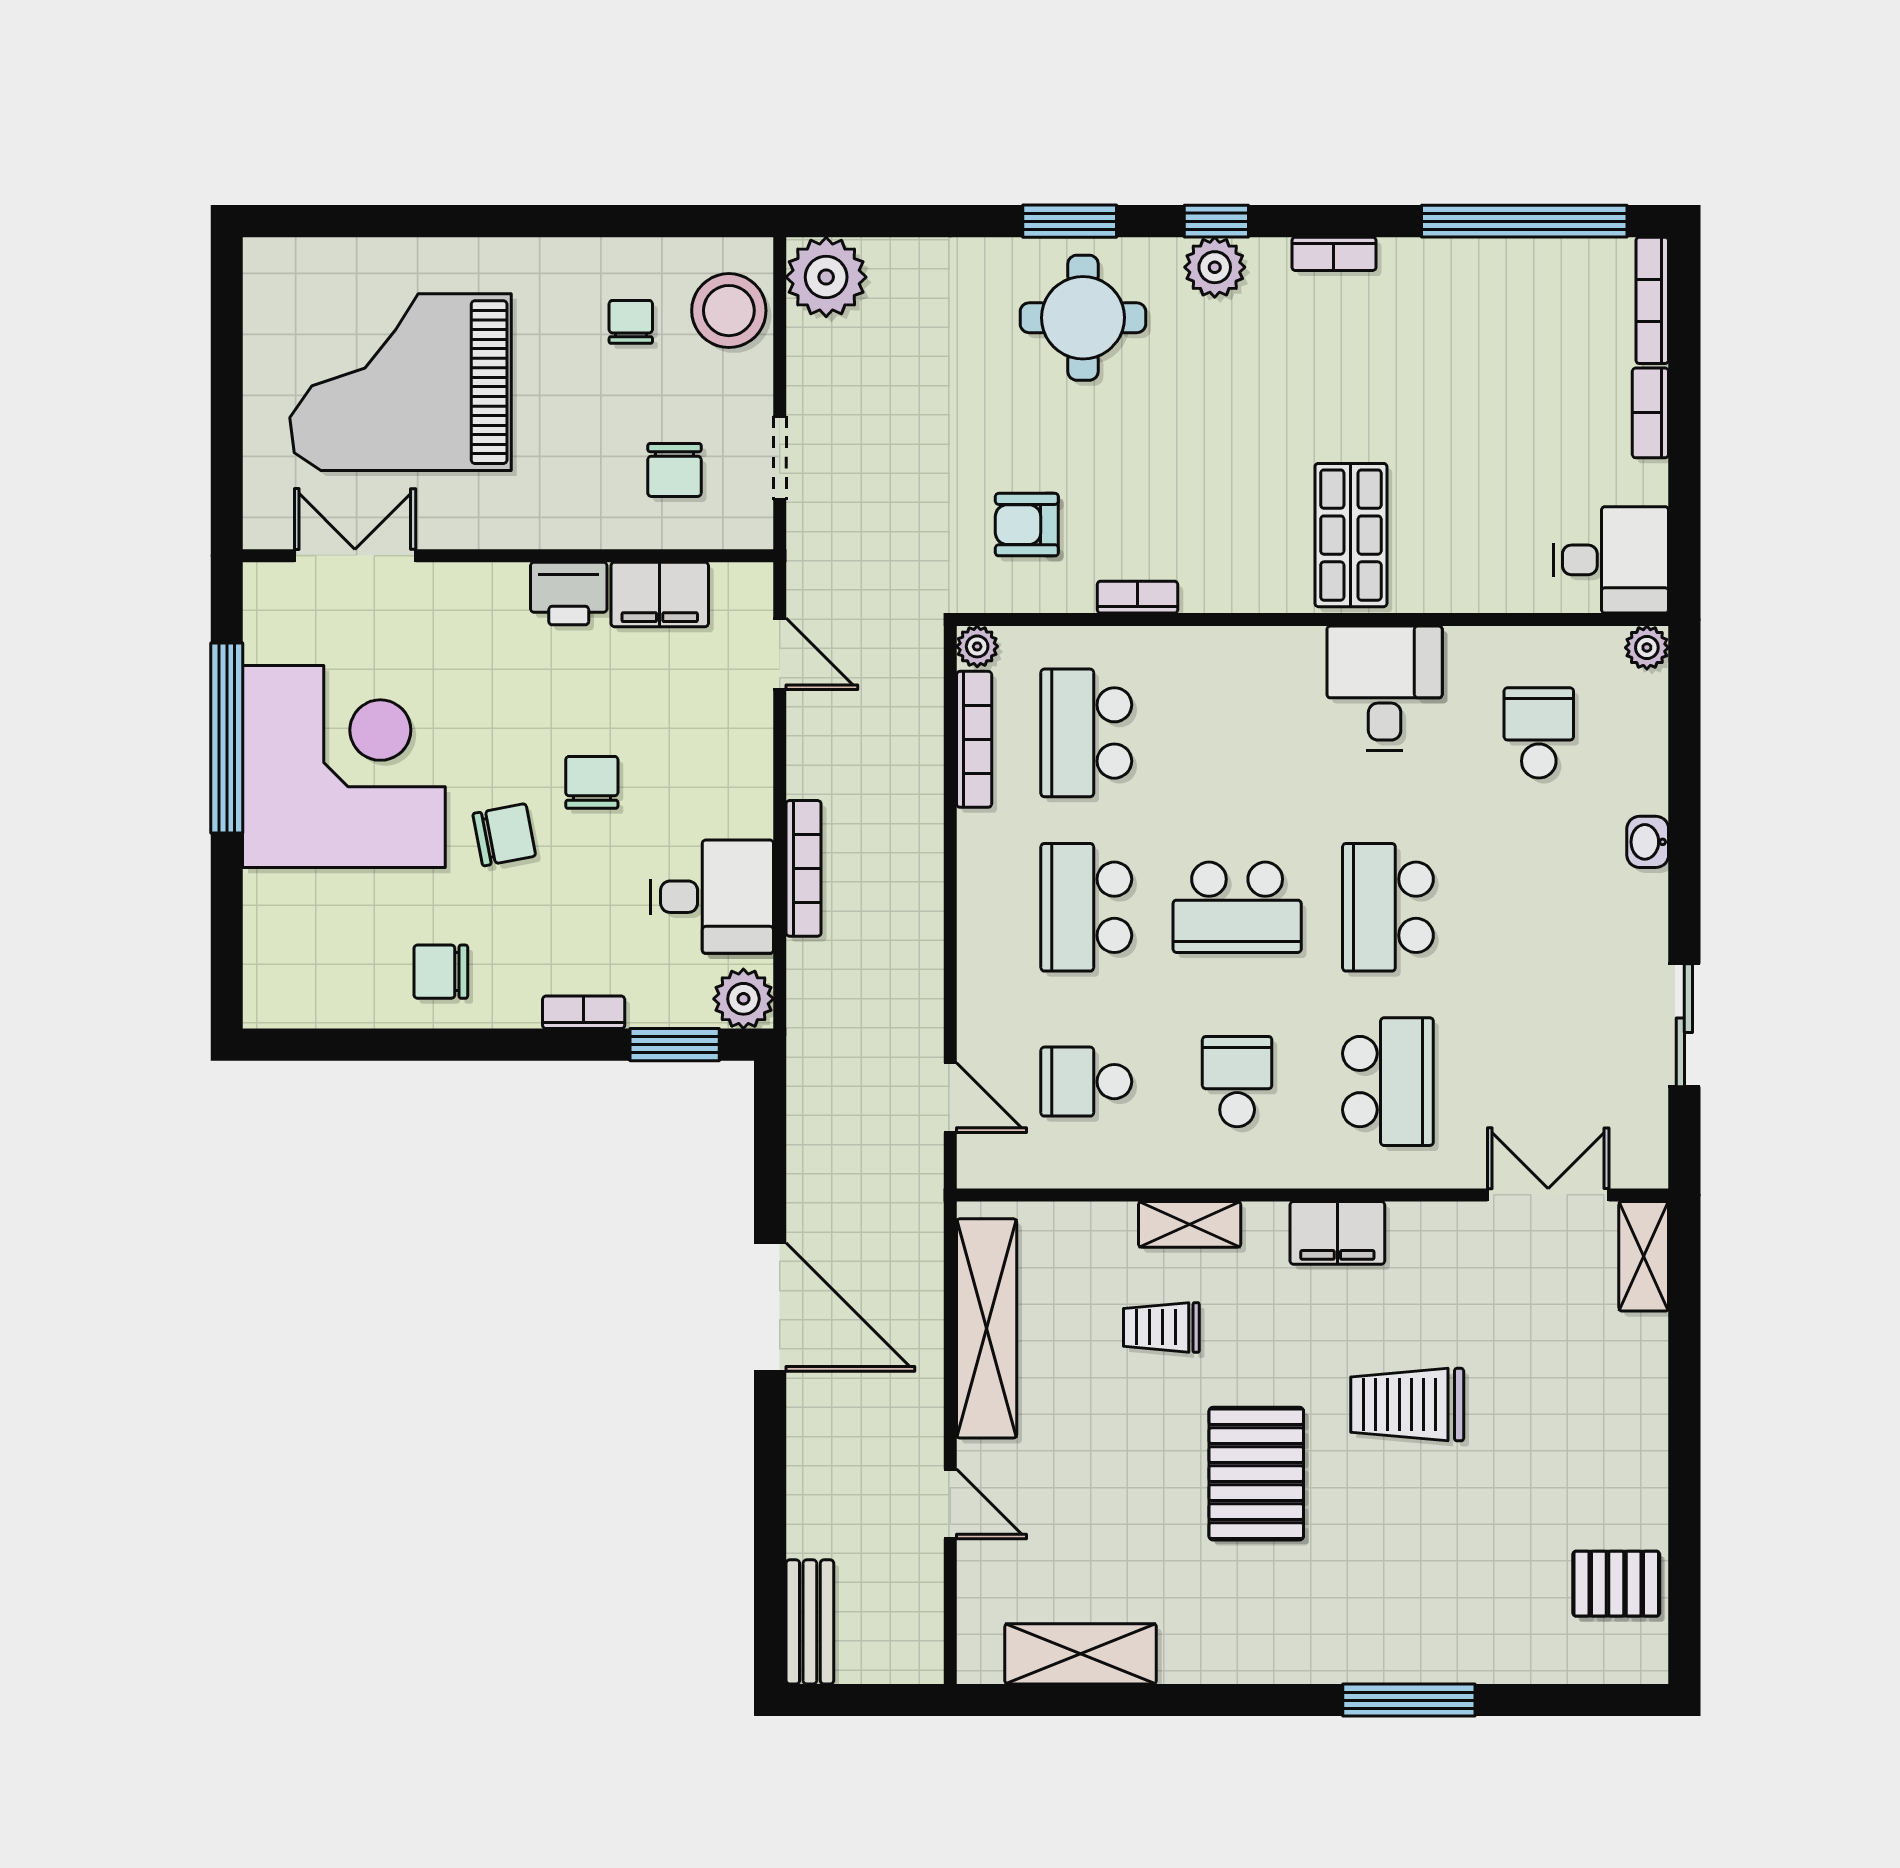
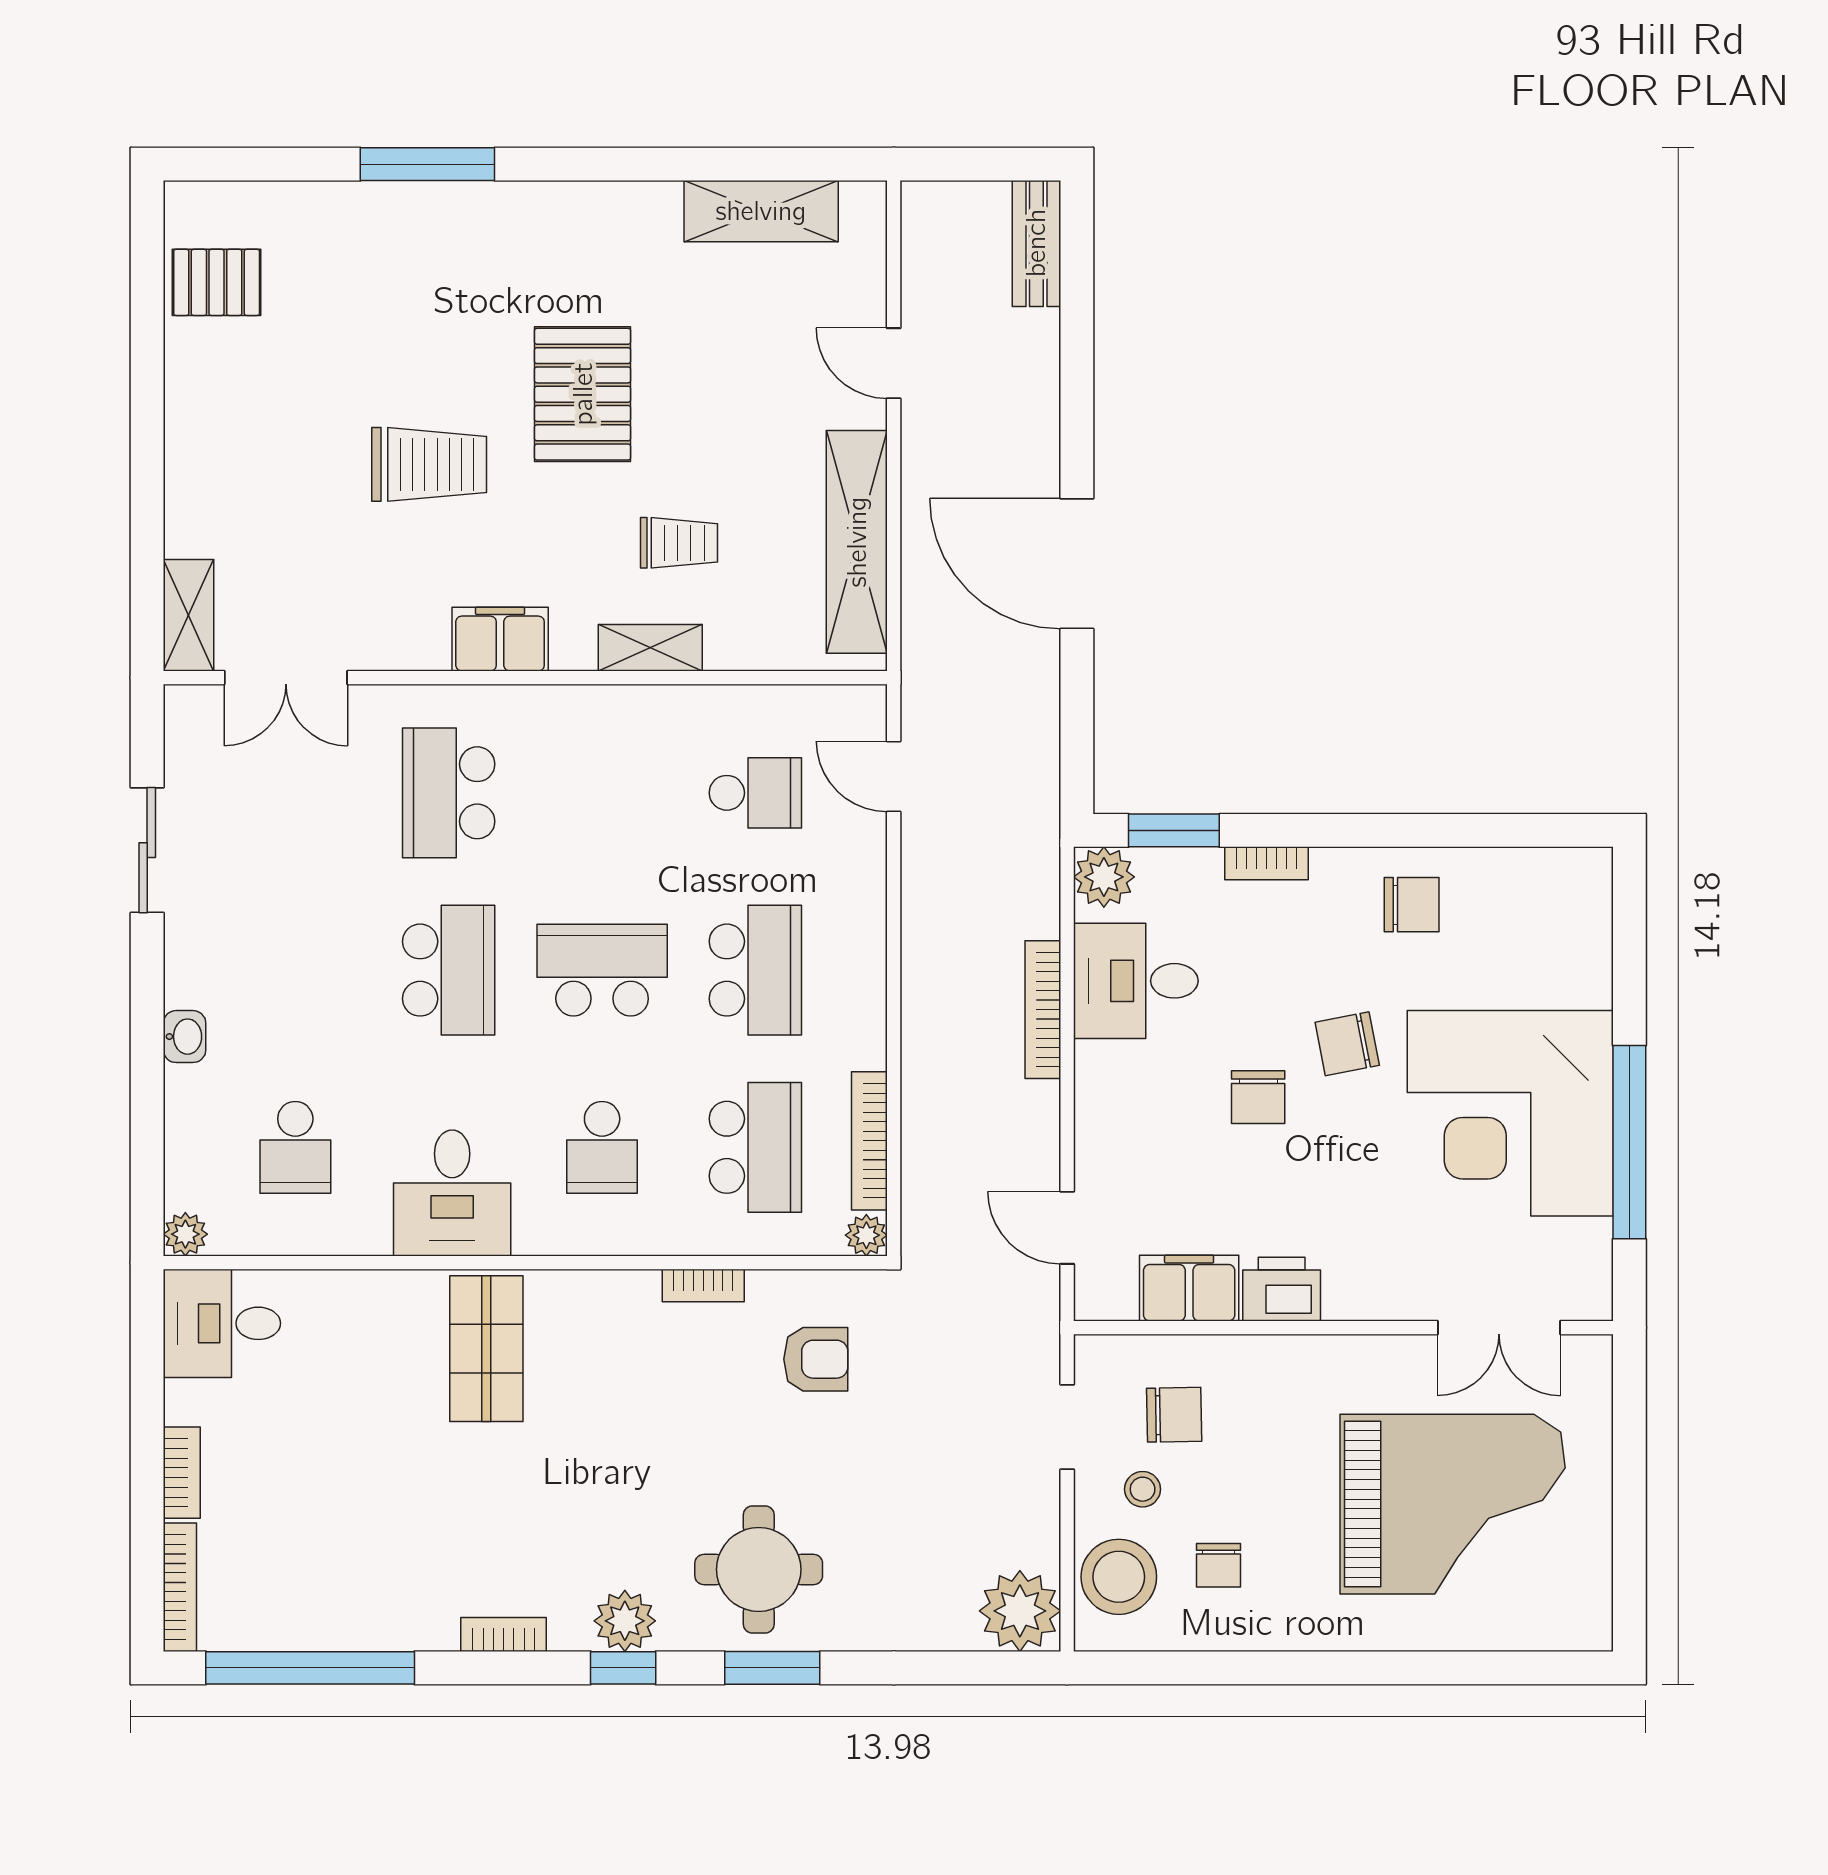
stool: (706, 397) -> (1143, 1489), added
chair: (674, 470) -> (1174, 1415), turned 89
school desk: (1237, 1082) -> (602, 1147), moved

